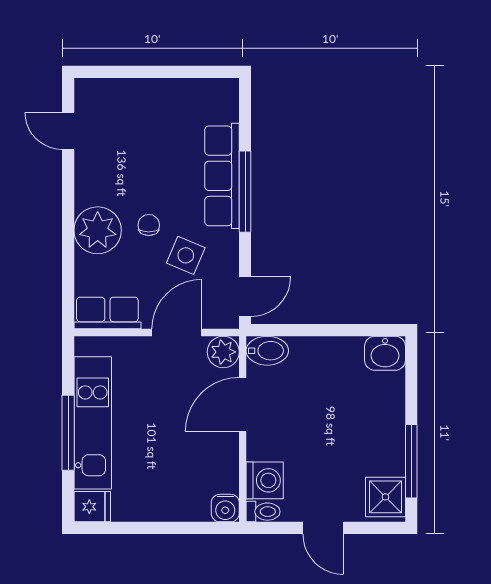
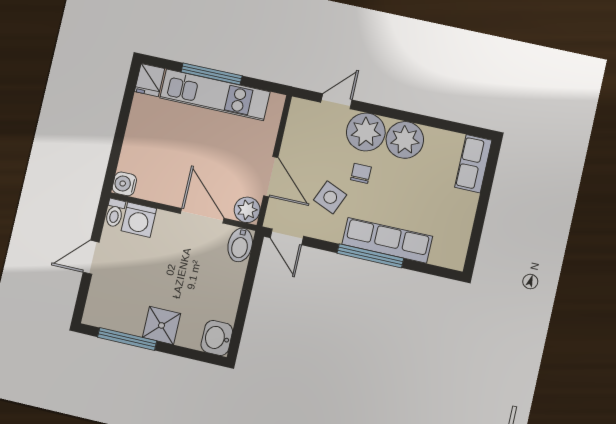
door: (68, 131) -> (336, 101), moved
plant: (97, 182) -> (405, 140), added
chair: (149, 225) -> (361, 173), turned -90
row of seats: (107, 313) -> (473, 164), moved, turned 180
shower: (385, 497) -> (161, 325), moved

